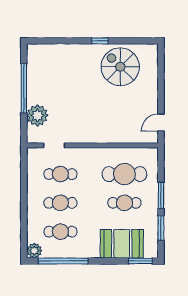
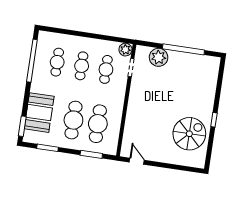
window: (161, 195) -> (91, 154), moved
cafe table: (124, 203) -> (73, 120), width x1.37, depth x1.35
plant: (34, 251) -> (125, 50), moved

